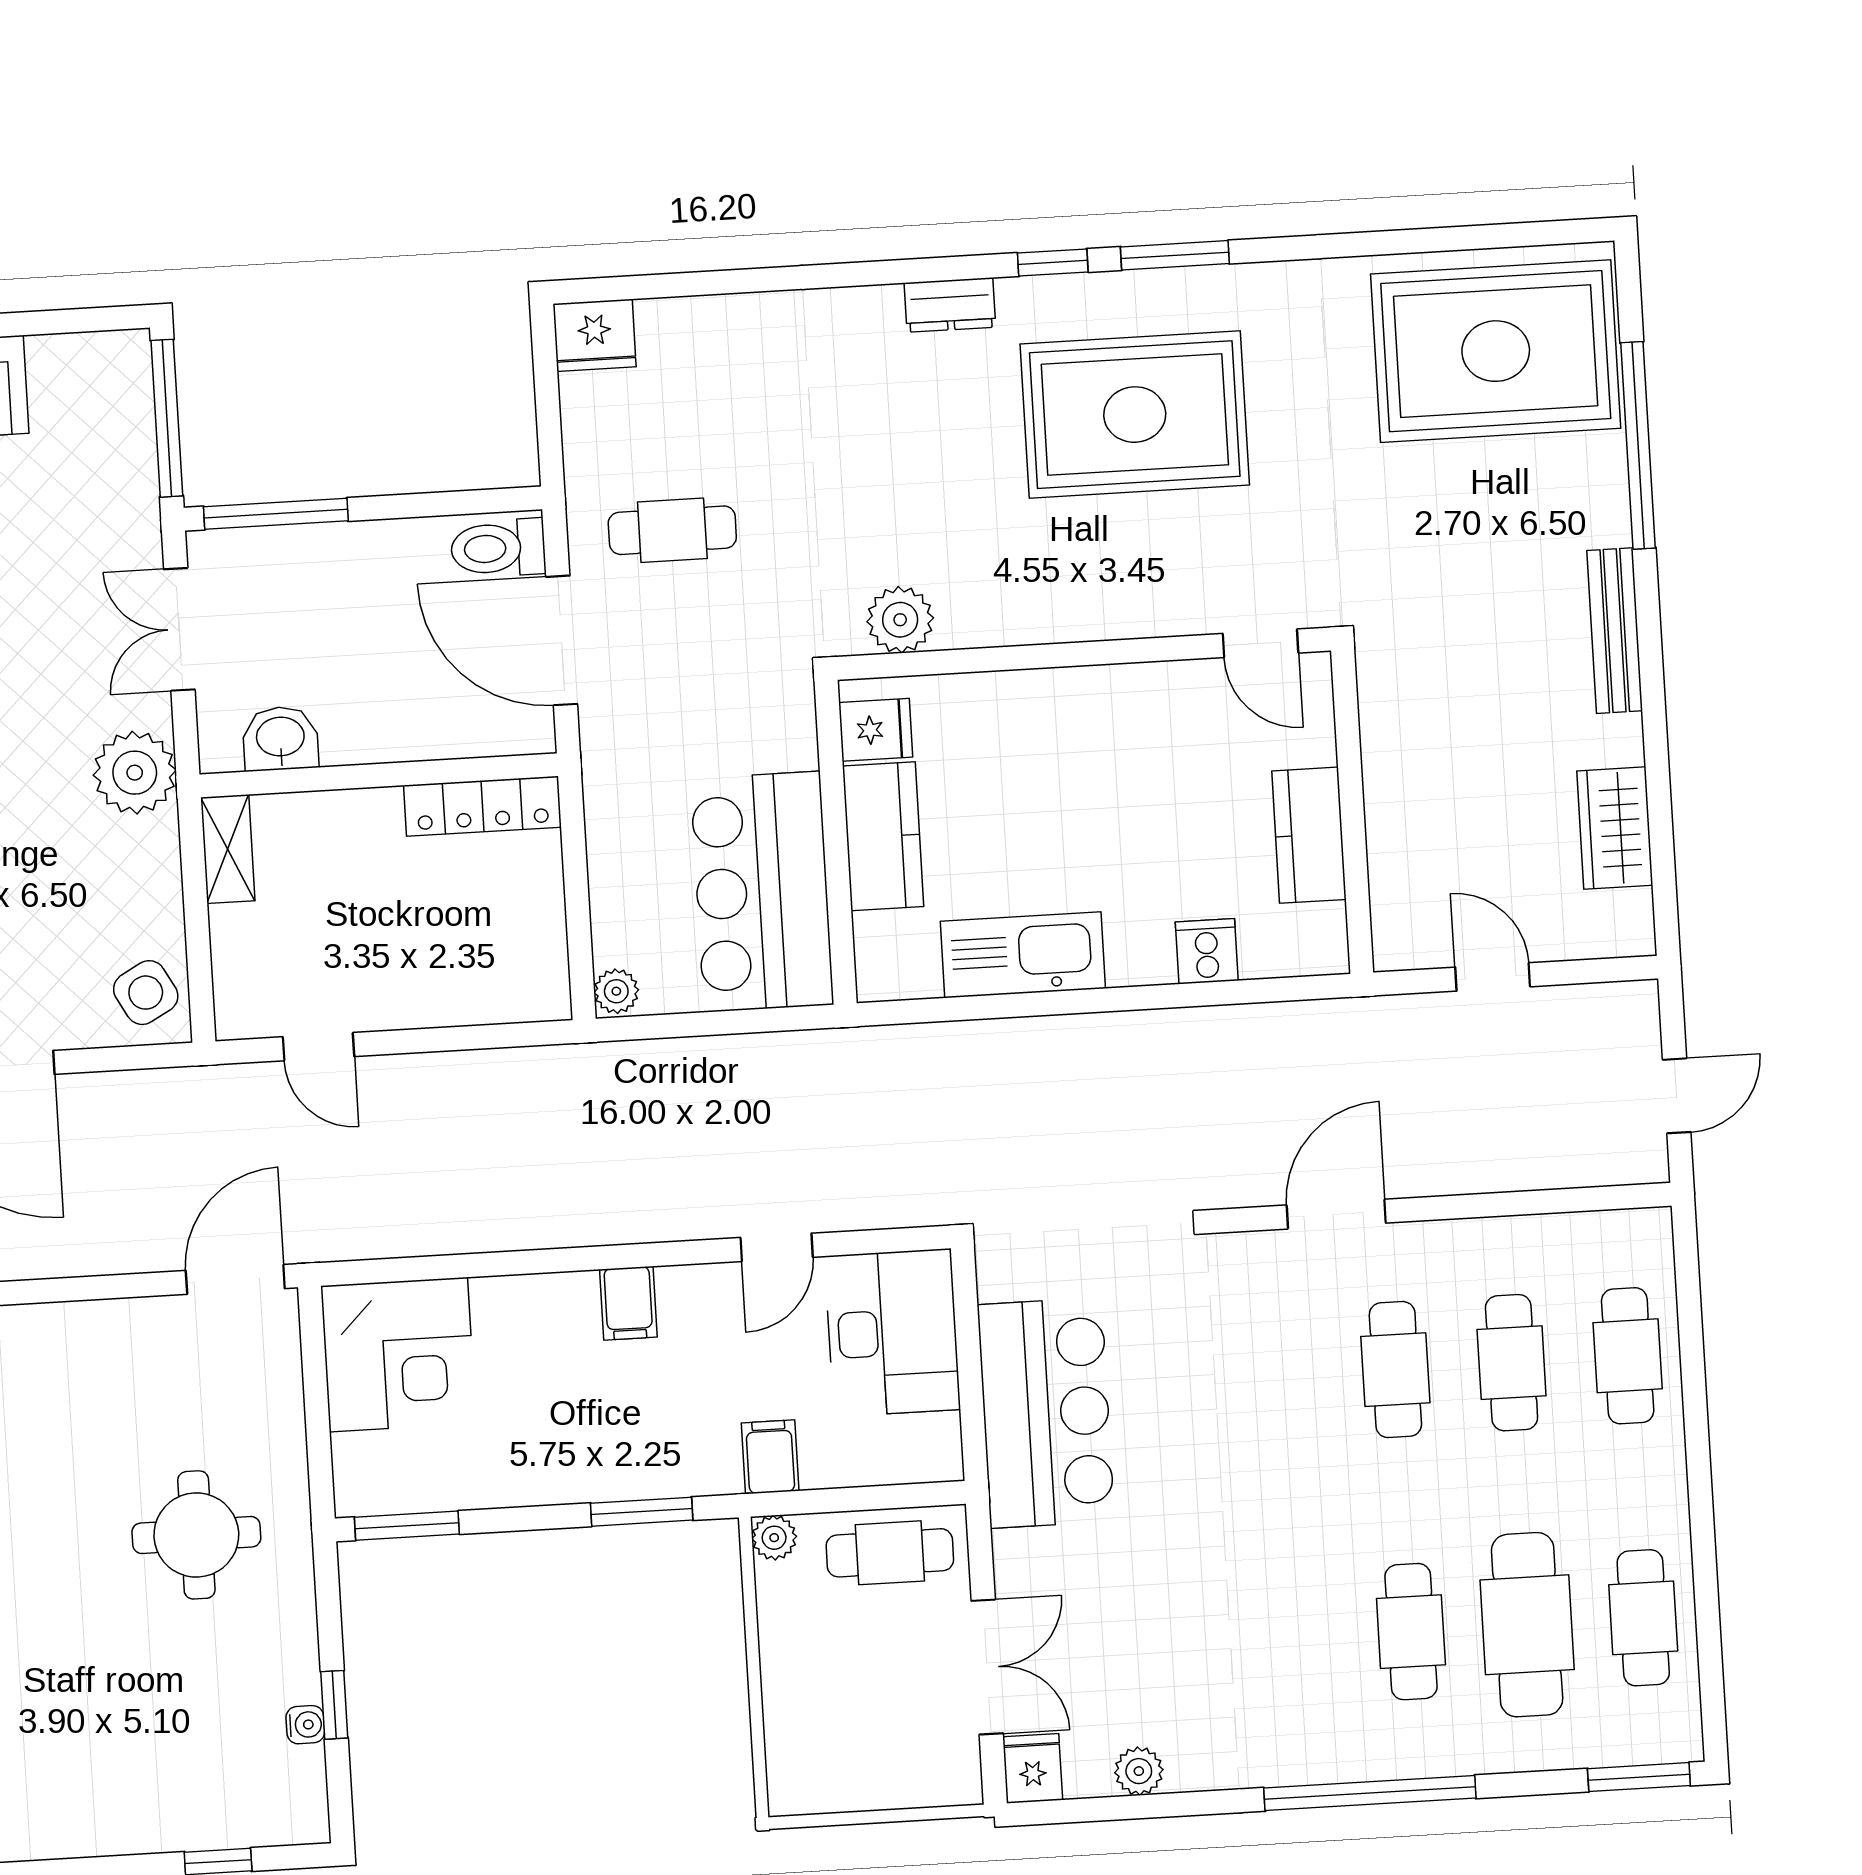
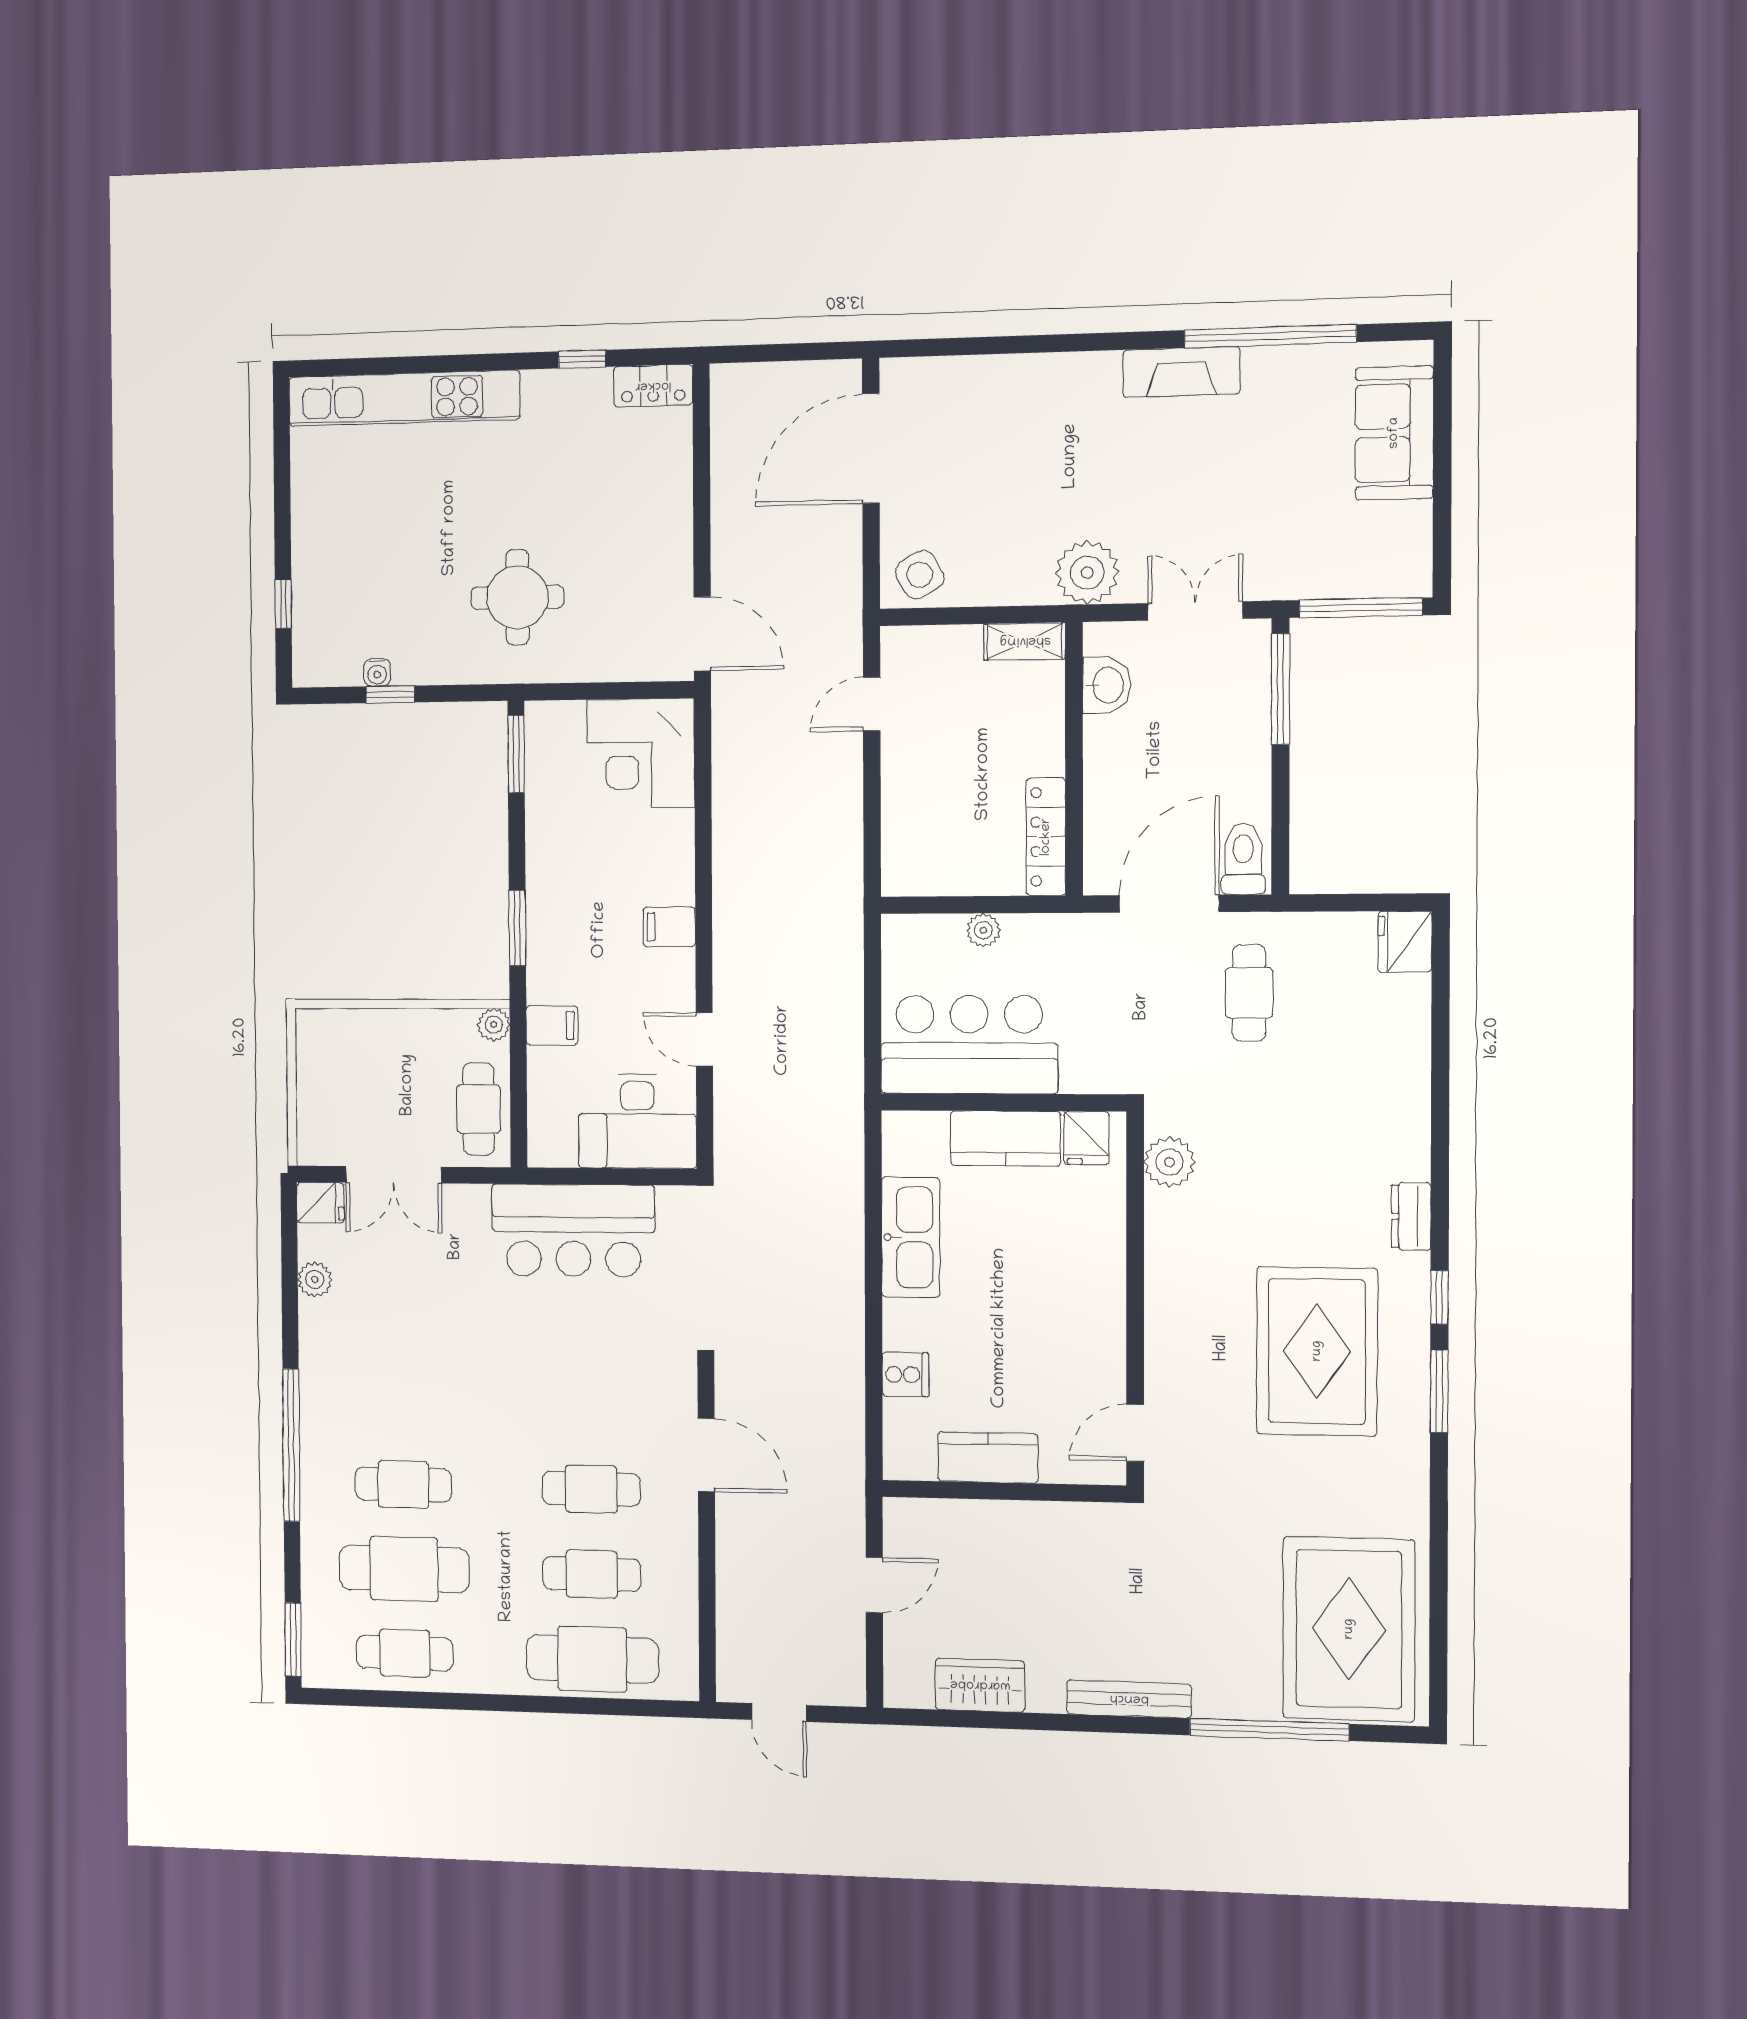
plant: (616, 991) -> (983, 930), moved
cafe table: (1628, 1356) -> (592, 1659), width x1.37, depth x1.35

